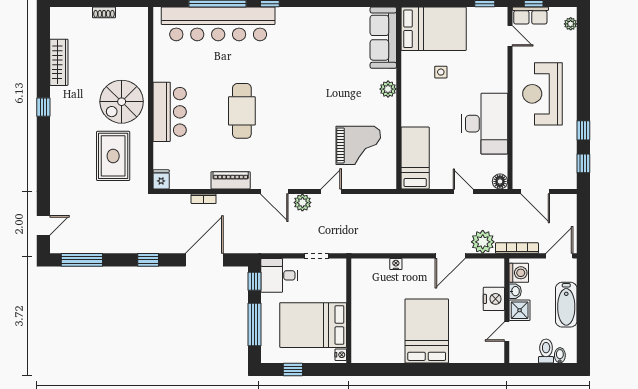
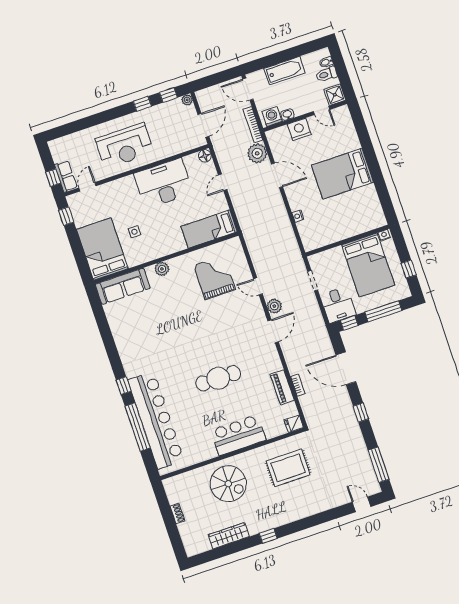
plant: (571, 24) -> (187, 100), moved
spiral stairs: (122, 102) -> (228, 484), moved
piano: (231, 180) -> (282, 387), moved
shower: (520, 310) -> (335, 95), moved

